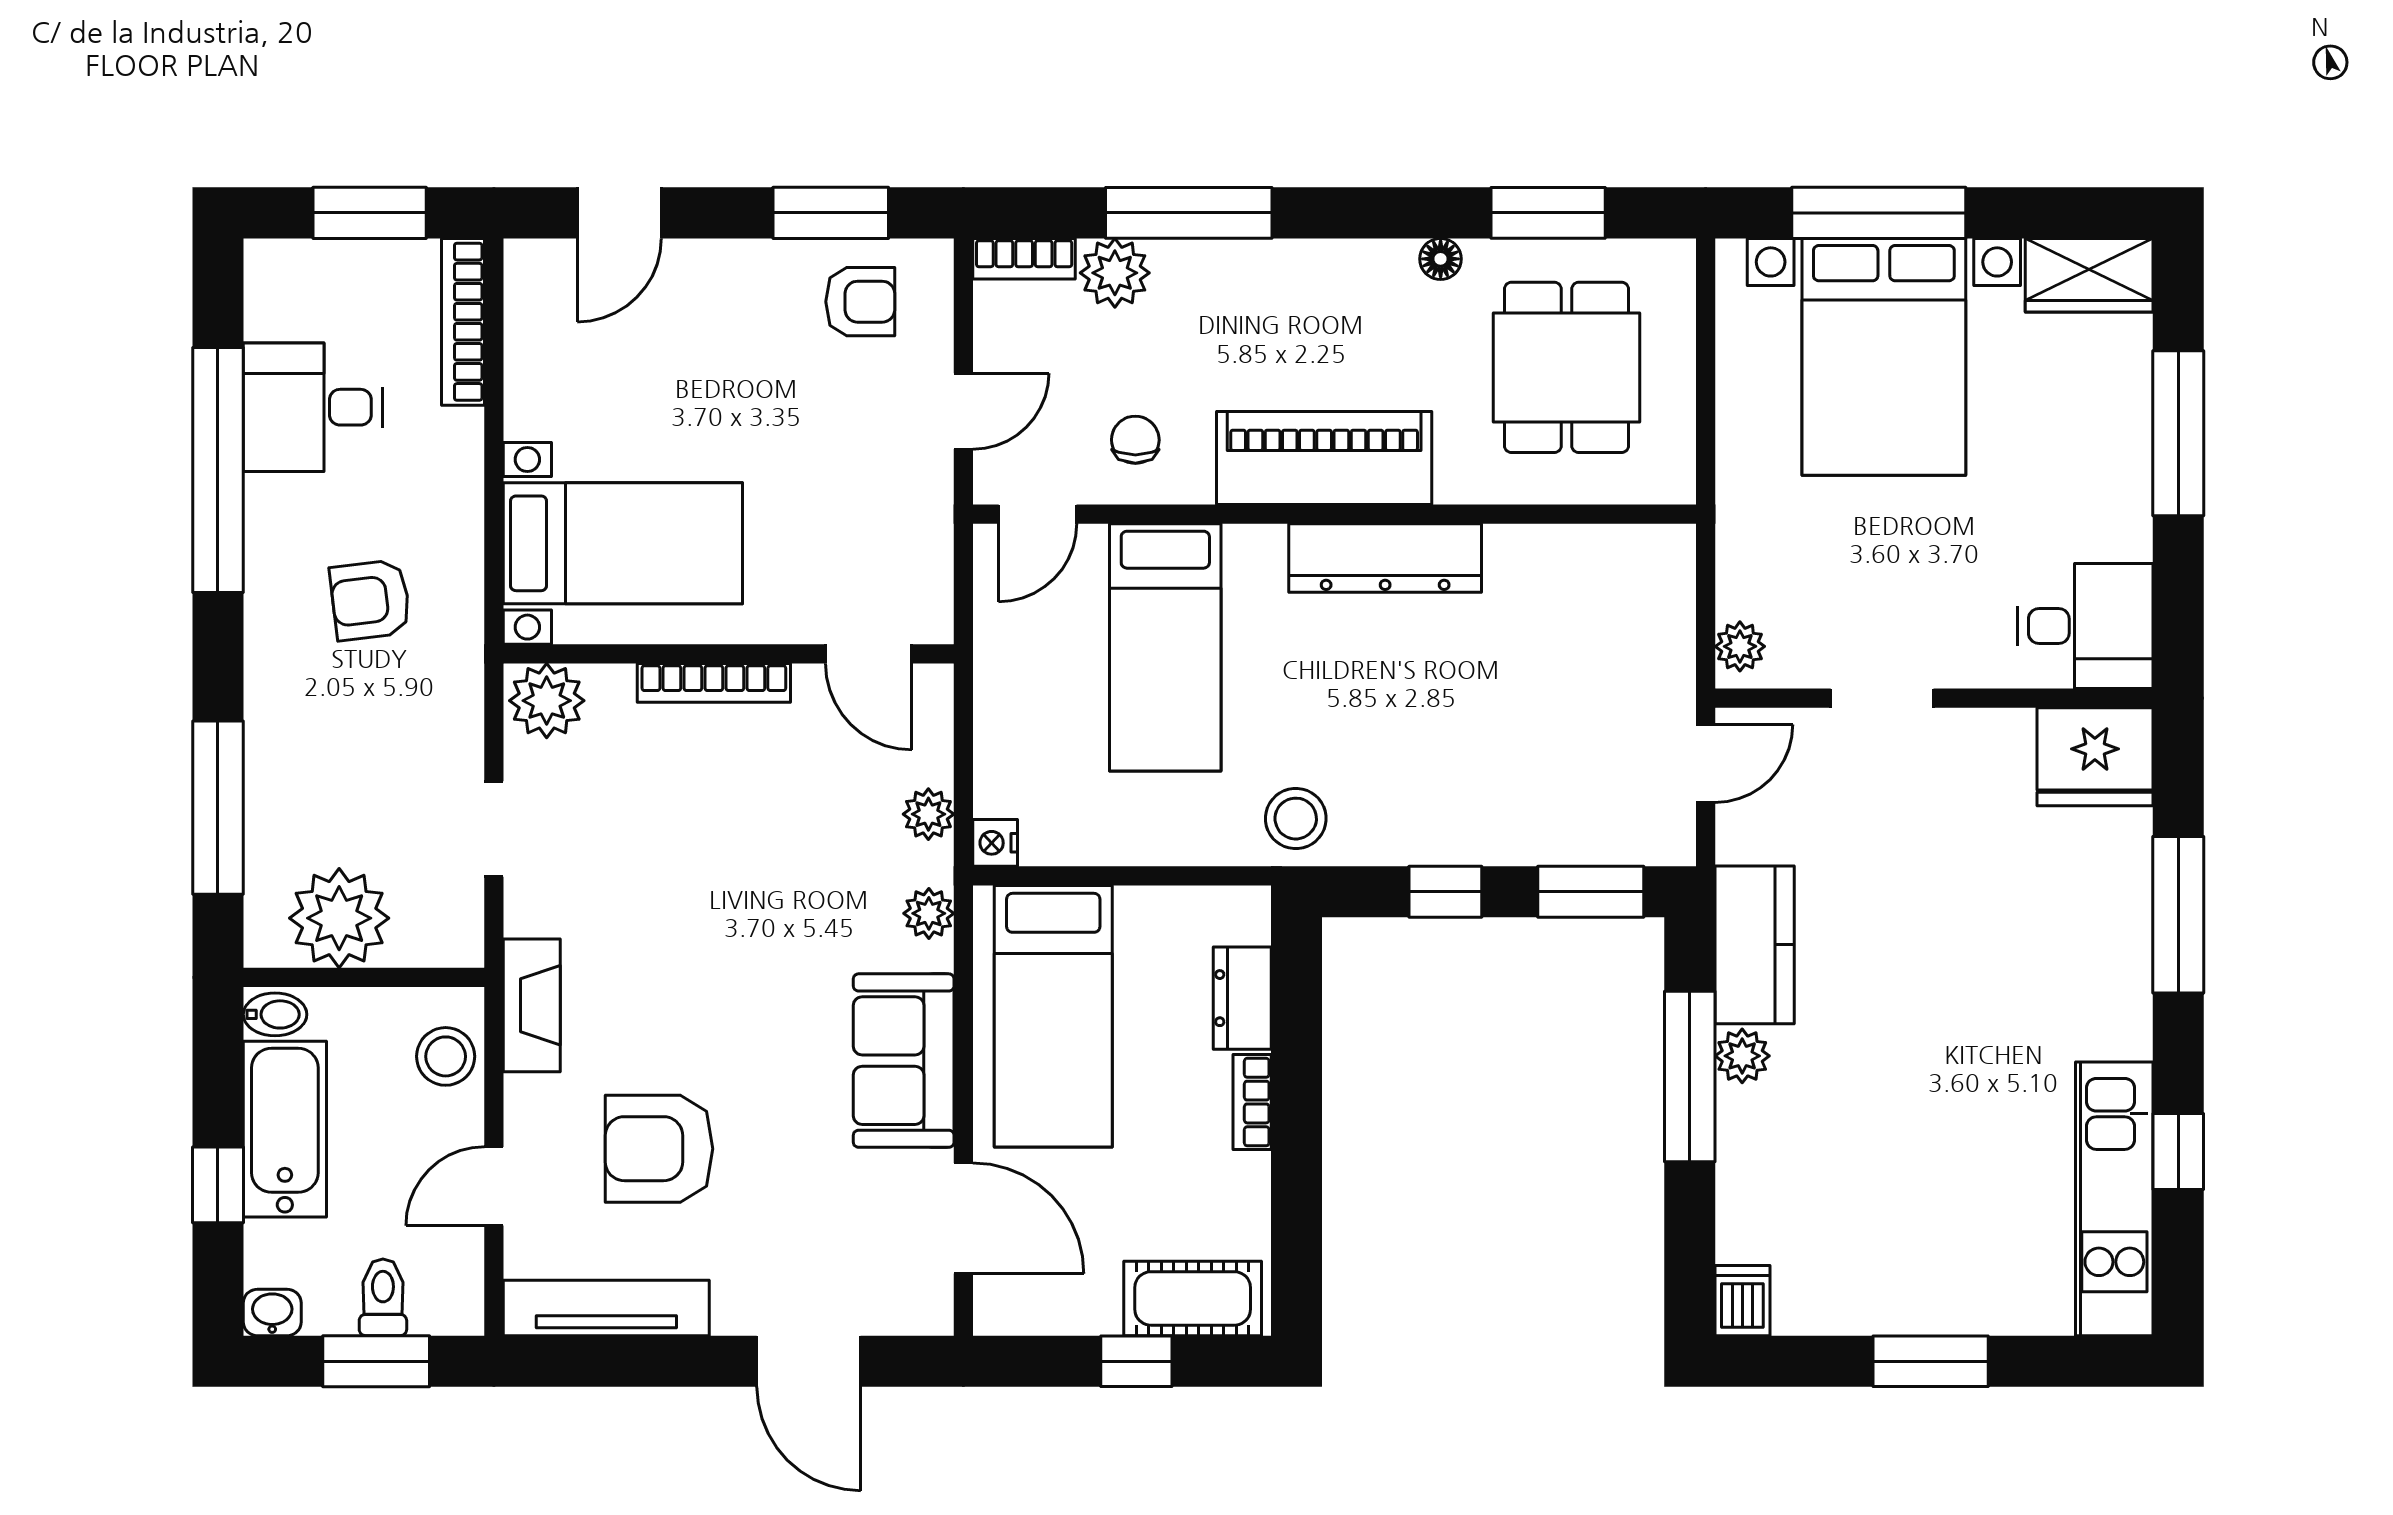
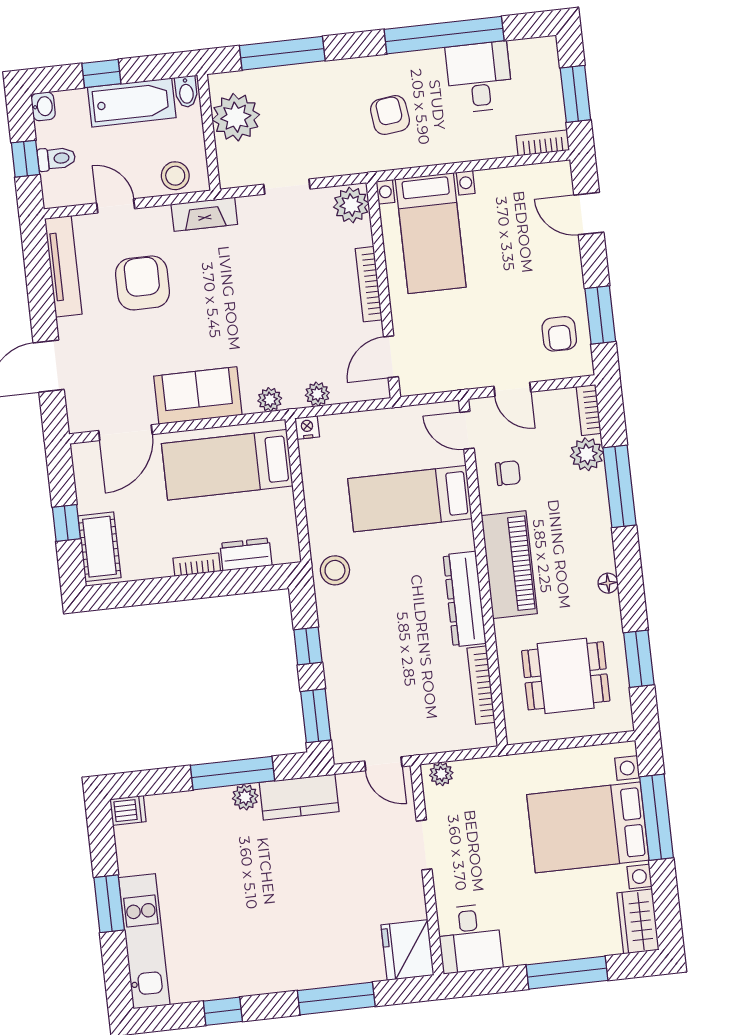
floor lamp: (1441, 259) -> (608, 583), moved
bookcase: (463, 322) -> (543, 143), width x0.64
bookcase: (1566, 544) -> (481, 685), added
kitchen unit: (2114, 1199) -> (144, 941), moved, turned 90
window: (376, 1361) -> (25, 159), width x0.67

